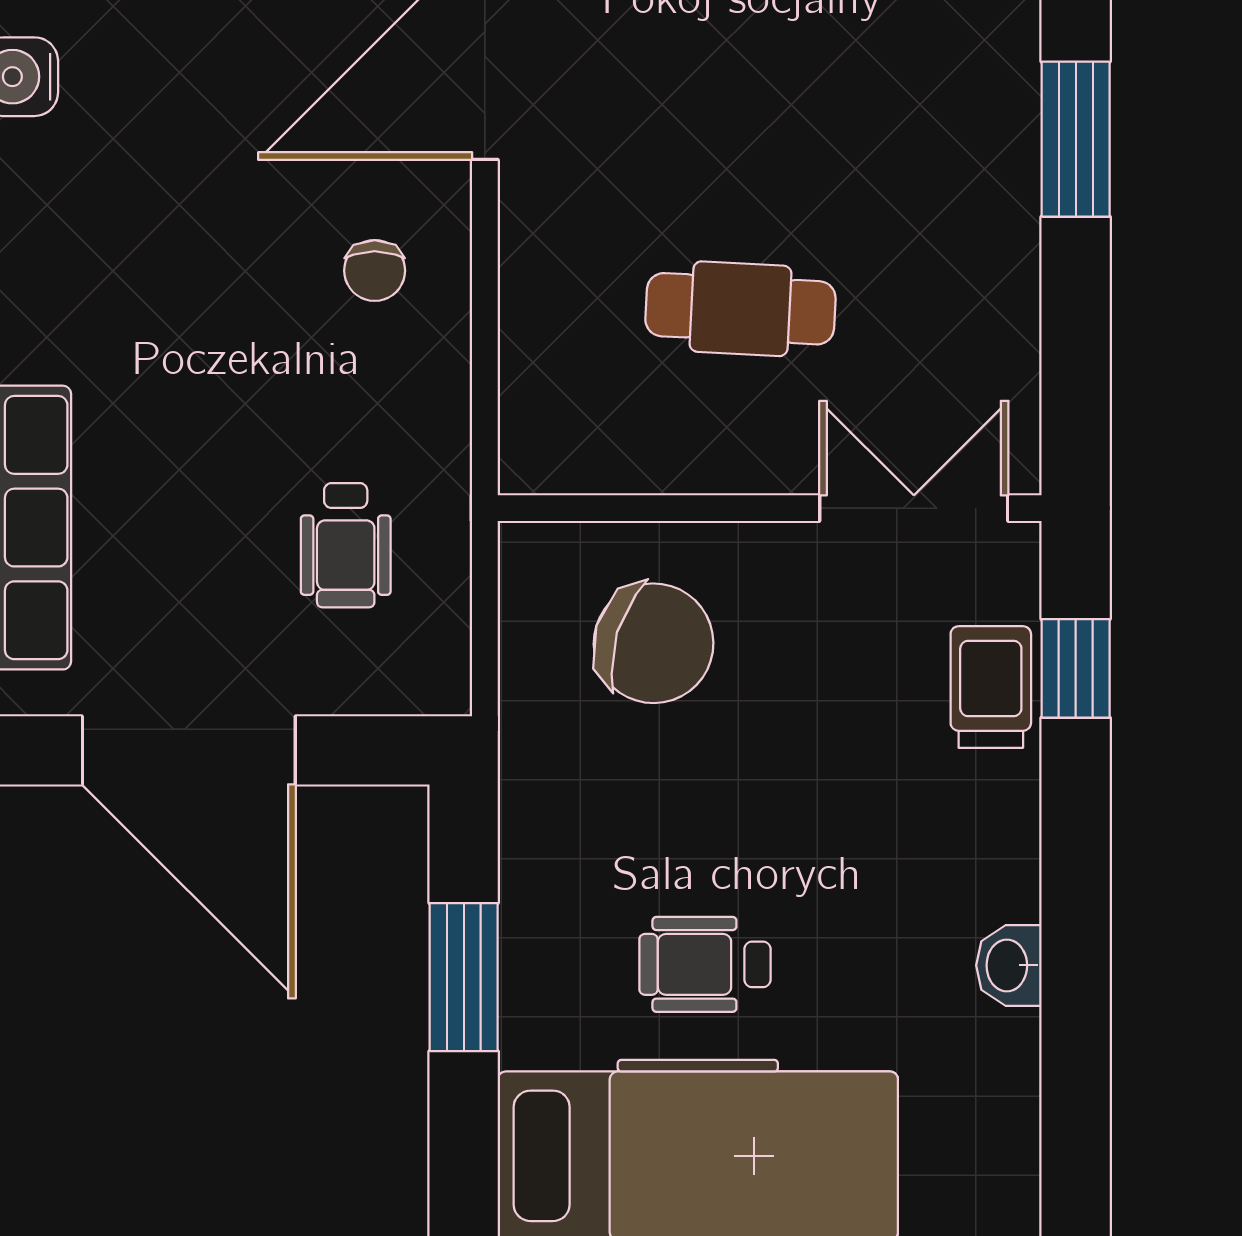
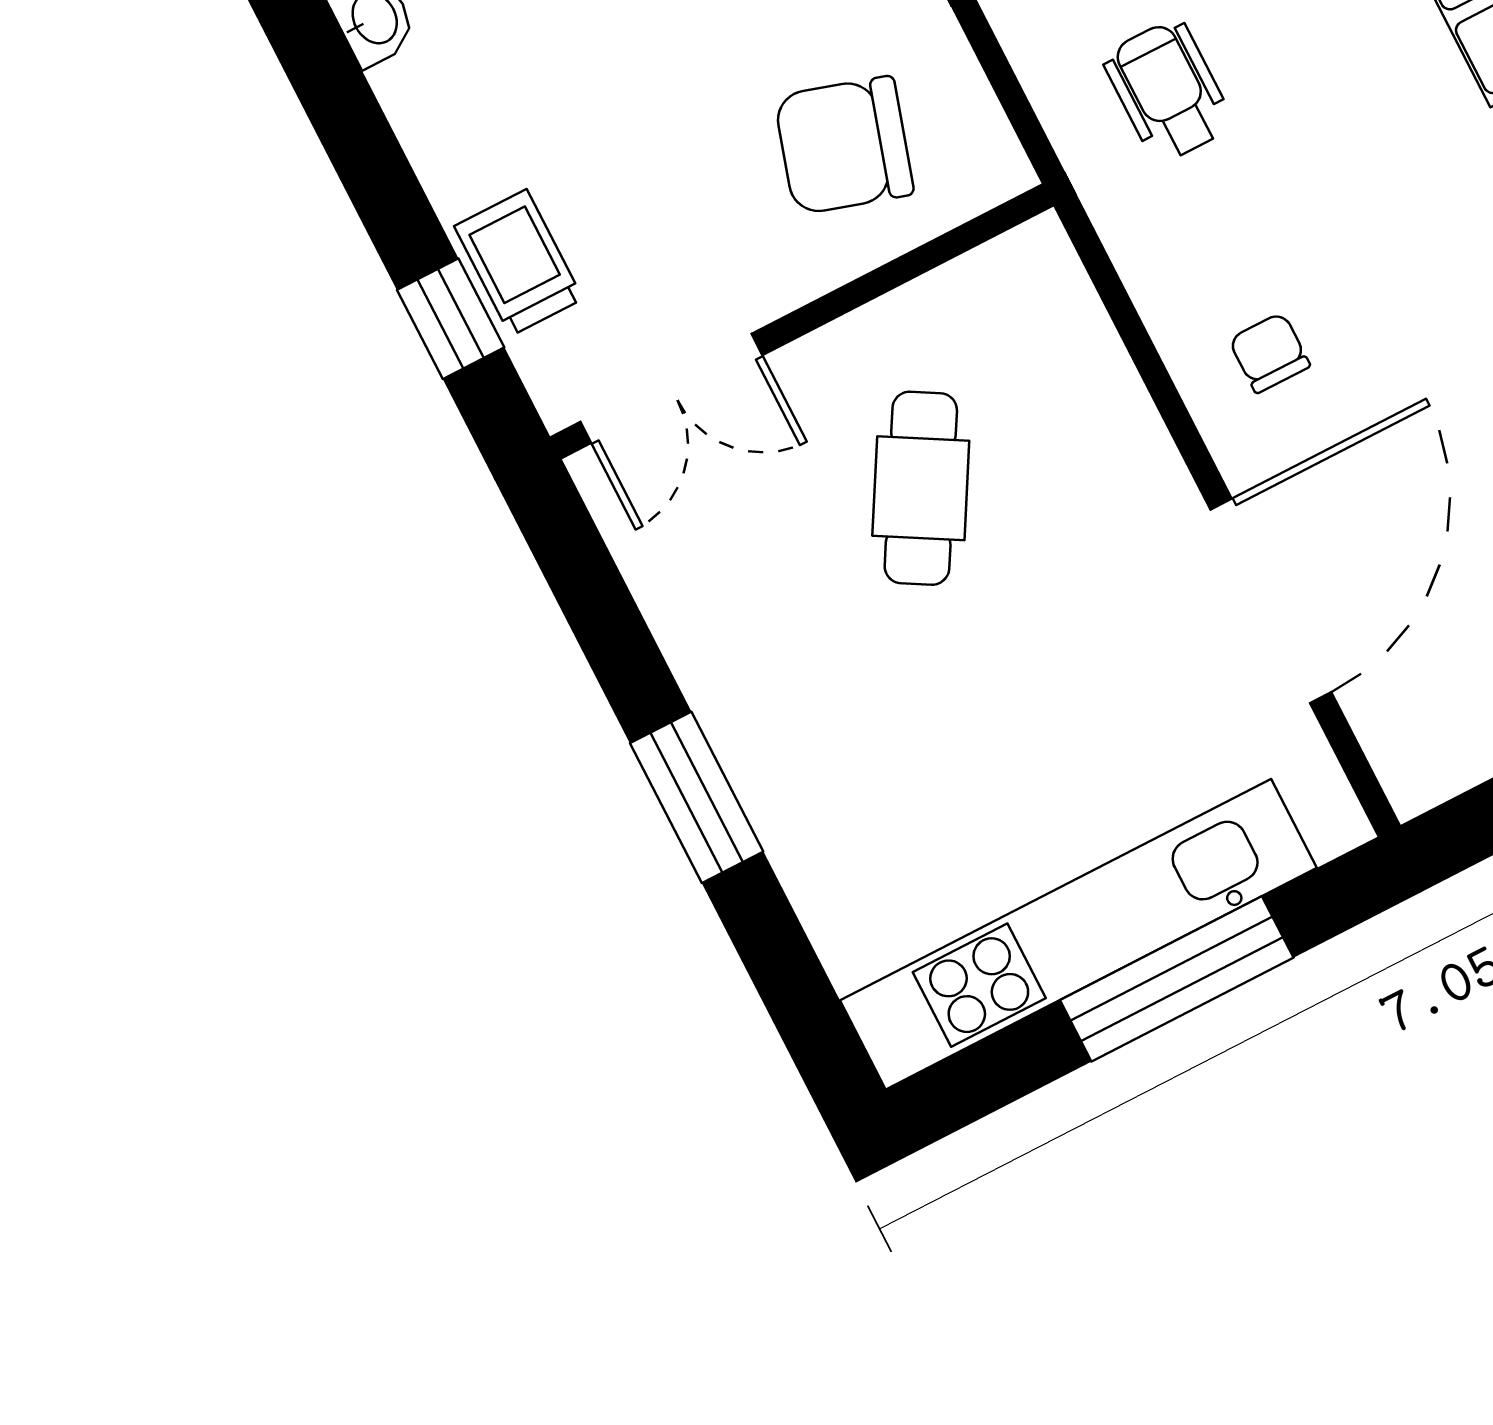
cafe table: (740, 309) -> (921, 488), turned -63
trolley: (991, 687) -> (519, 263), turned 180

